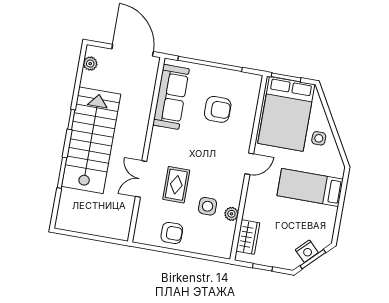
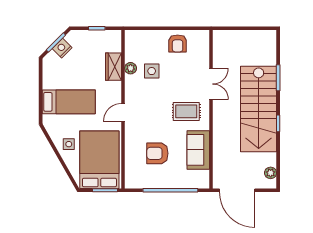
sofa: (171, 97) -> (198, 150), width x0.73
rug: (176, 185) -> (186, 111), moved, turned 90
armchair: (172, 233) -> (178, 43), turned -90
wardrobe: (248, 237) -> (113, 67), moved

